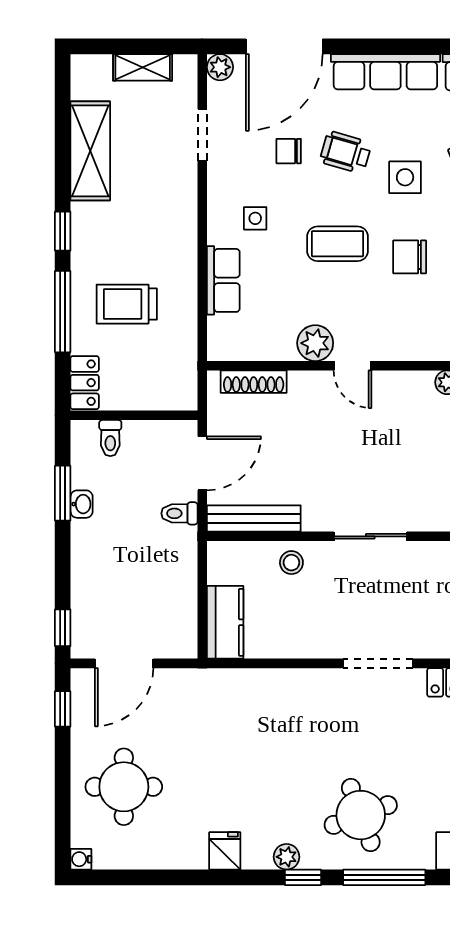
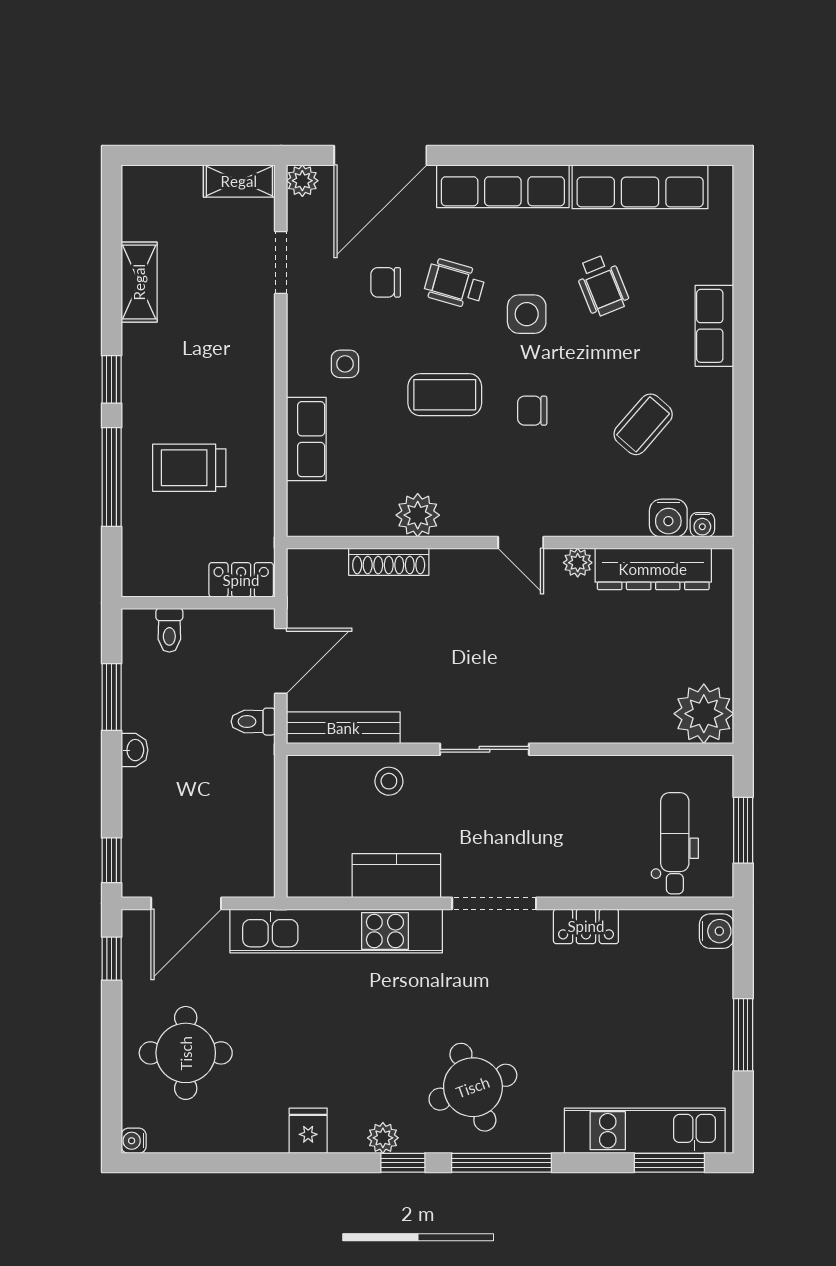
shelving: (143, 67) -> (239, 181), moved
shelving: (90, 151) -> (139, 282), width x0.67, depth x0.75
chair: (410, 257) -> (532, 411), width x0.73, depth x0.73
door: (353, 366) -> (521, 543), moved
shoe rack: (254, 382) -> (389, 562), moved
locker: (85, 383) -> (241, 580), moved, turned -90
washbasin: (82, 504) -> (134, 750), moved
kitchen counter: (225, 622) -> (396, 876), moved, turned -90
kitchen unit: (248, 686) -> (336, 931), added

